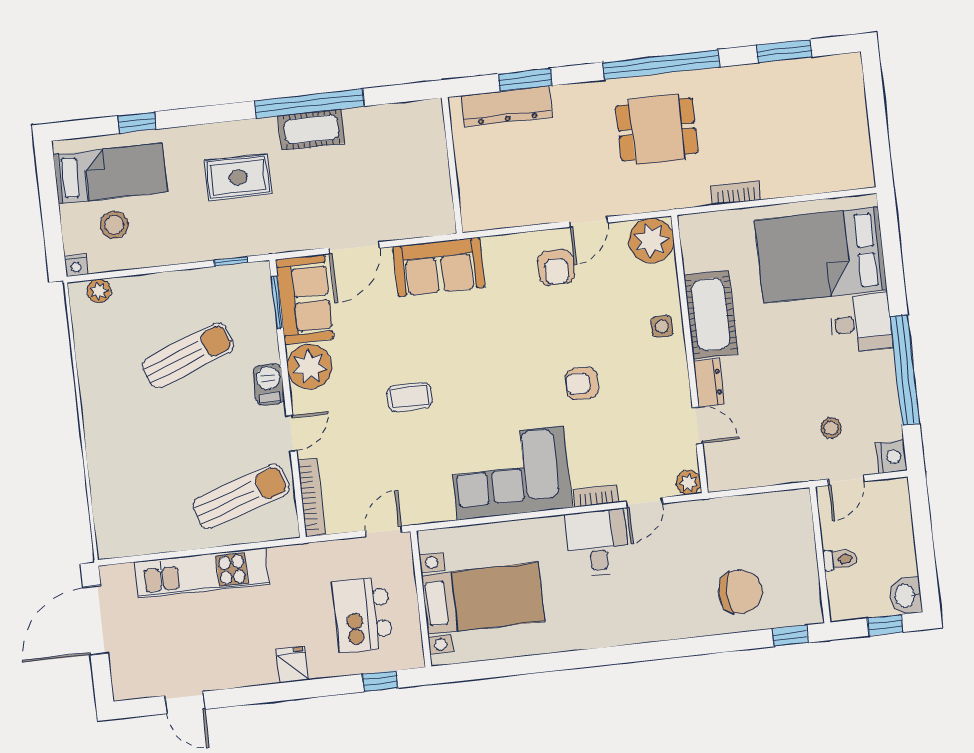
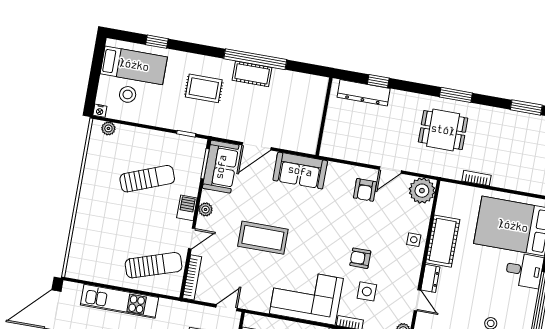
window: (661, 65) -> (456, 95), width x0.47
window: (525, 80) -> (378, 81), width x0.67
plant: (309, 367) -> (205, 209), width x0.53, depth x0.53
coffee table: (410, 397) -> (263, 238), width x1.86, depth x1.72
side table: (609, 436) -> (367, 291), added

